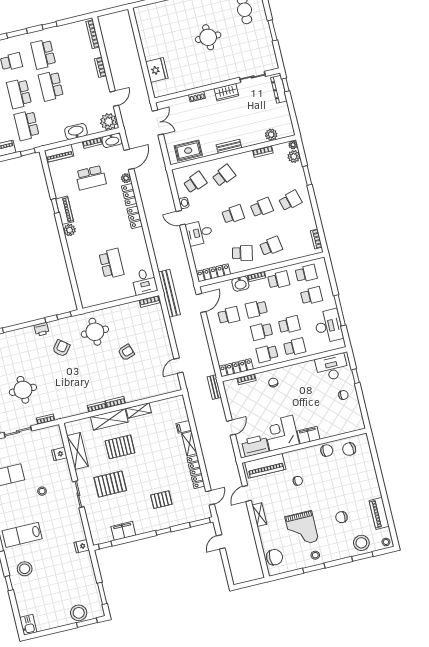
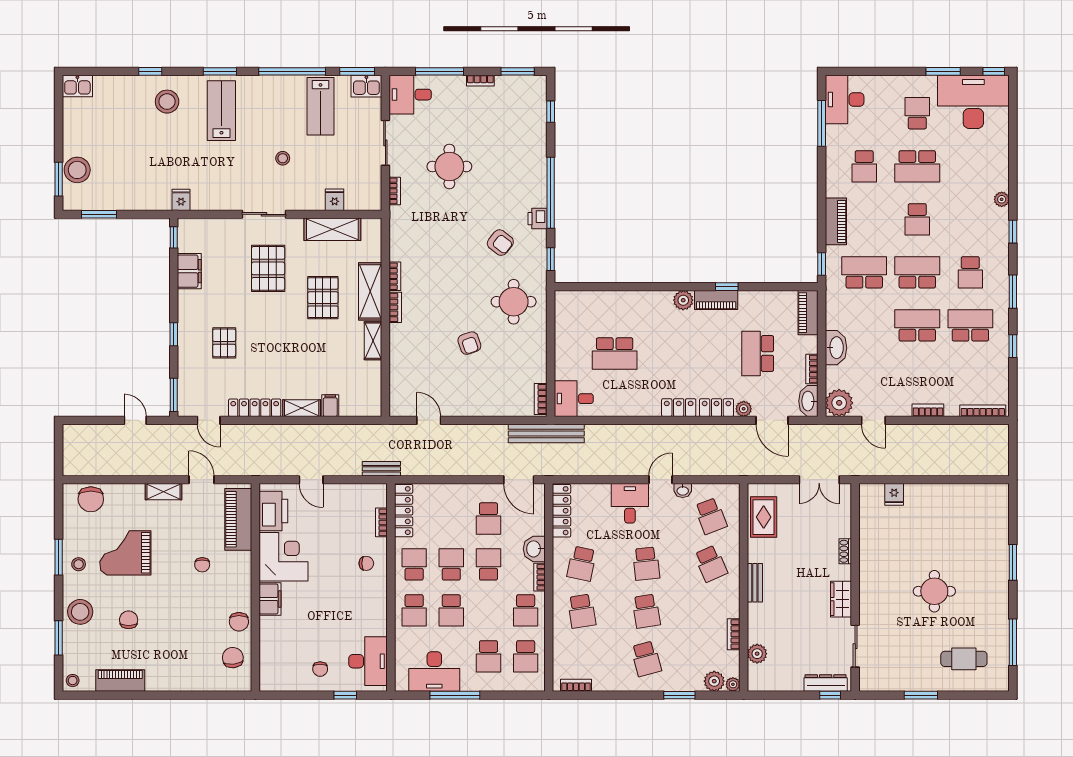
fridge: (157, 70) -> (894, 494), width x0.53, depth x0.75
stool: (361, 543) -> (80, 612), moved

